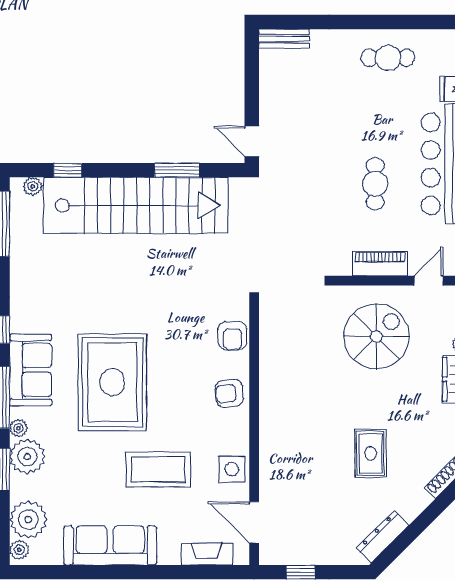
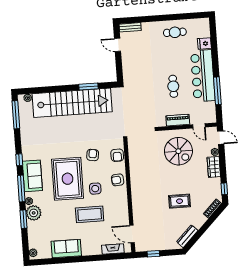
door: (252, 142) -> (118, 45), moved
window: (68, 170) -> (42, 90), removed
door: (429, 281) -> (199, 126), swing flipped
armchair: (175, 331) -> (93, 155), added
spiral stairs: (376, 336) -> (178, 151), turned 90
rug: (371, 453) -> (180, 201), turned 90
side table: (232, 469) -> (95, 189), moved
plant: (28, 520) -> (36, 240), removed
sofa: (110, 545) -> (66, 249), width x0.73

